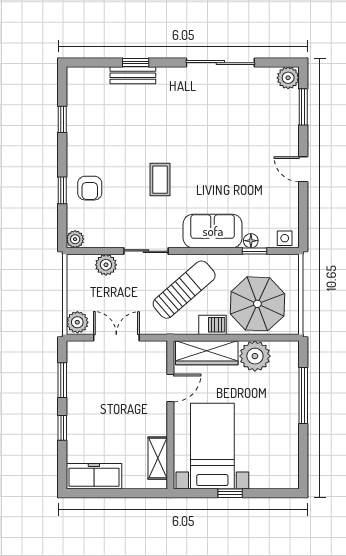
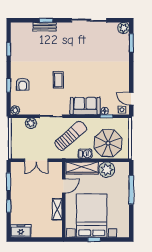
door: (303, 169) -> (131, 99), moved
plant: (77, 322) -> (16, 152), removed
double door: (116, 338) -> (36, 160), swing flipped
bed with nightstands: (212, 446) -> (92, 216), width x1.36
shelving: (158, 458) -> (57, 209), moved
freezer: (94, 476) -> (21, 231), width x0.71

